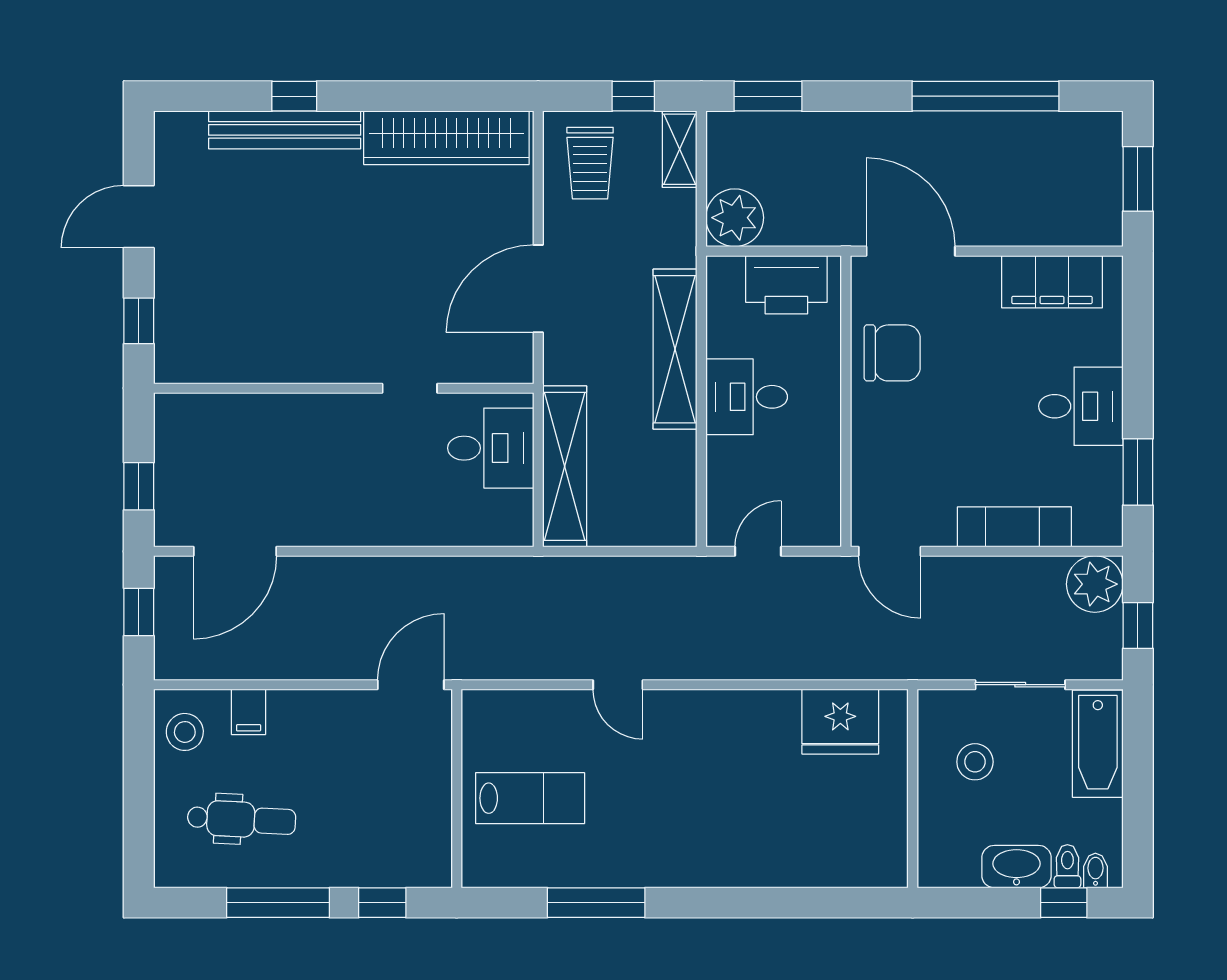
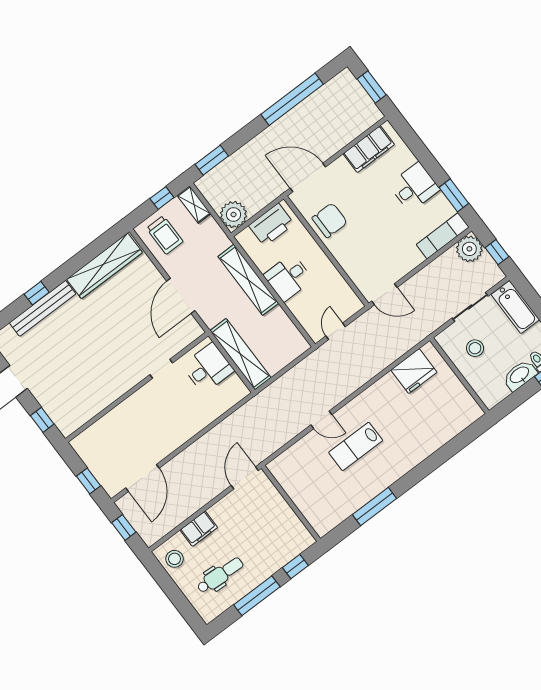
exam couch: (1014, 527) -> (443, 236), moved
filing cabinet: (249, 712) -> (199, 529), width x2.00
lab bench: (530, 798) -> (356, 446), moved, turned 180

